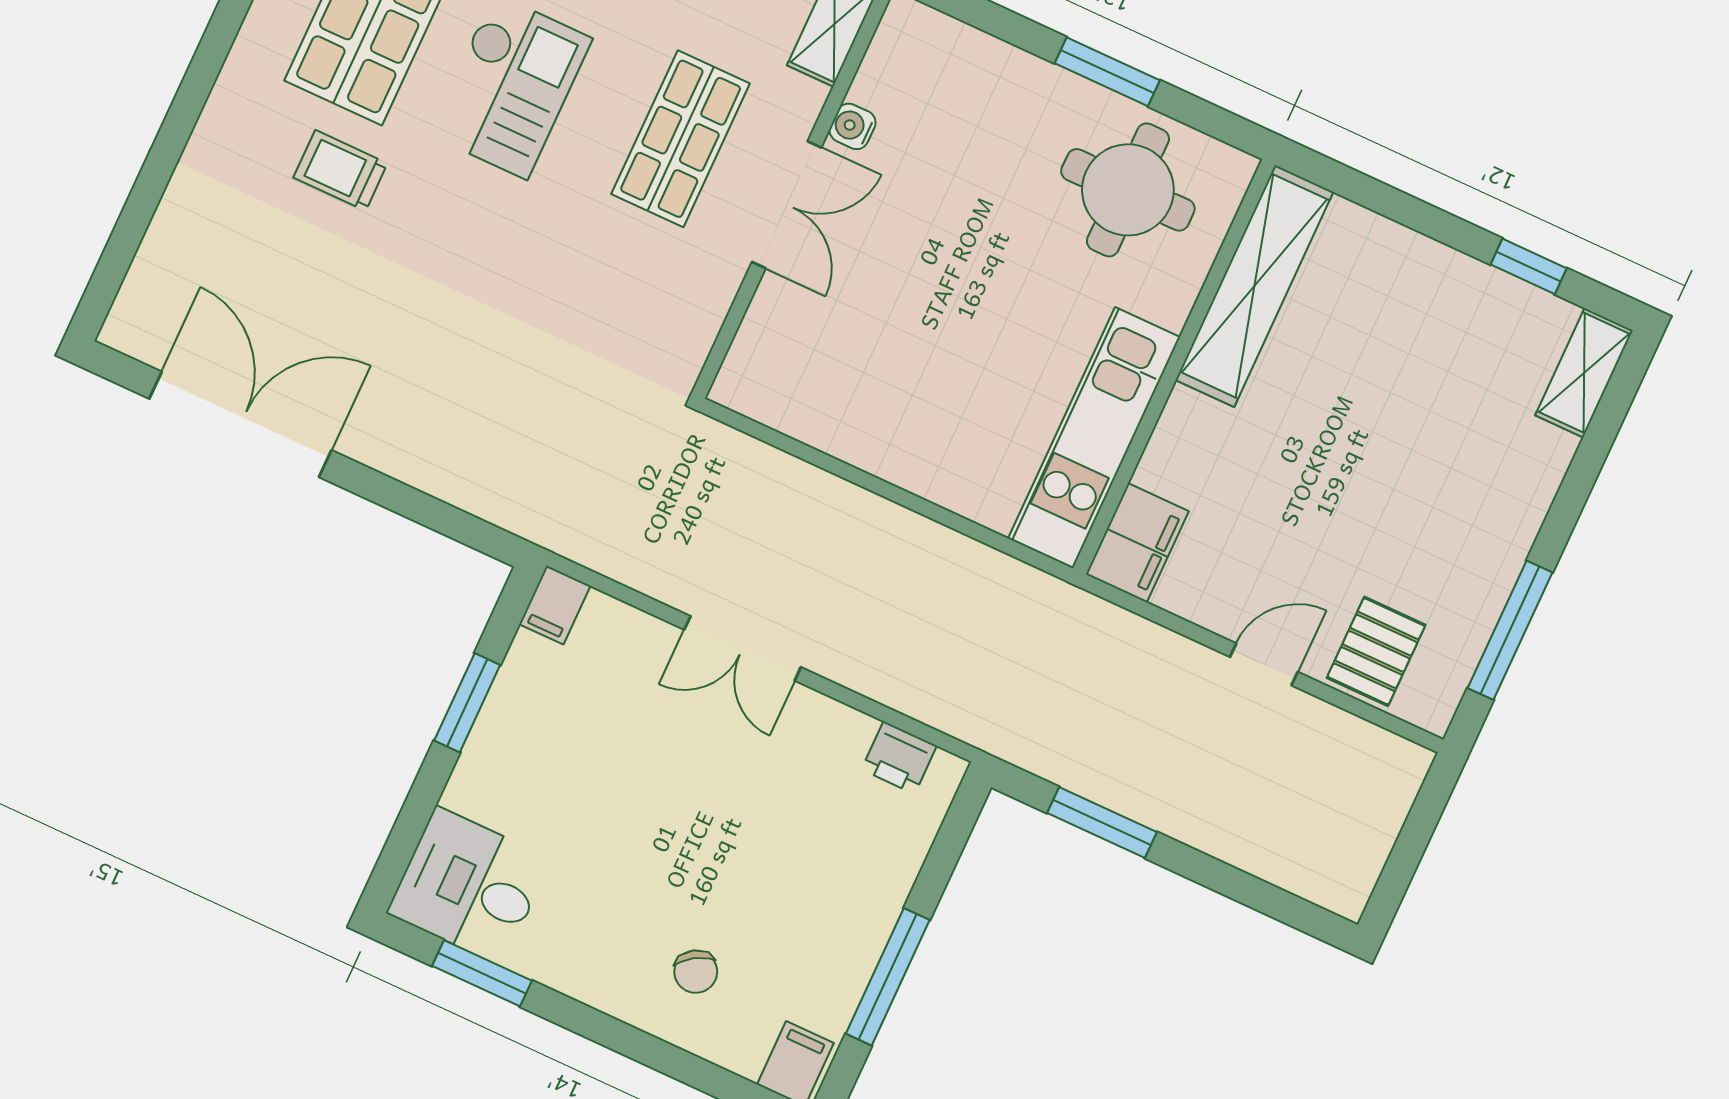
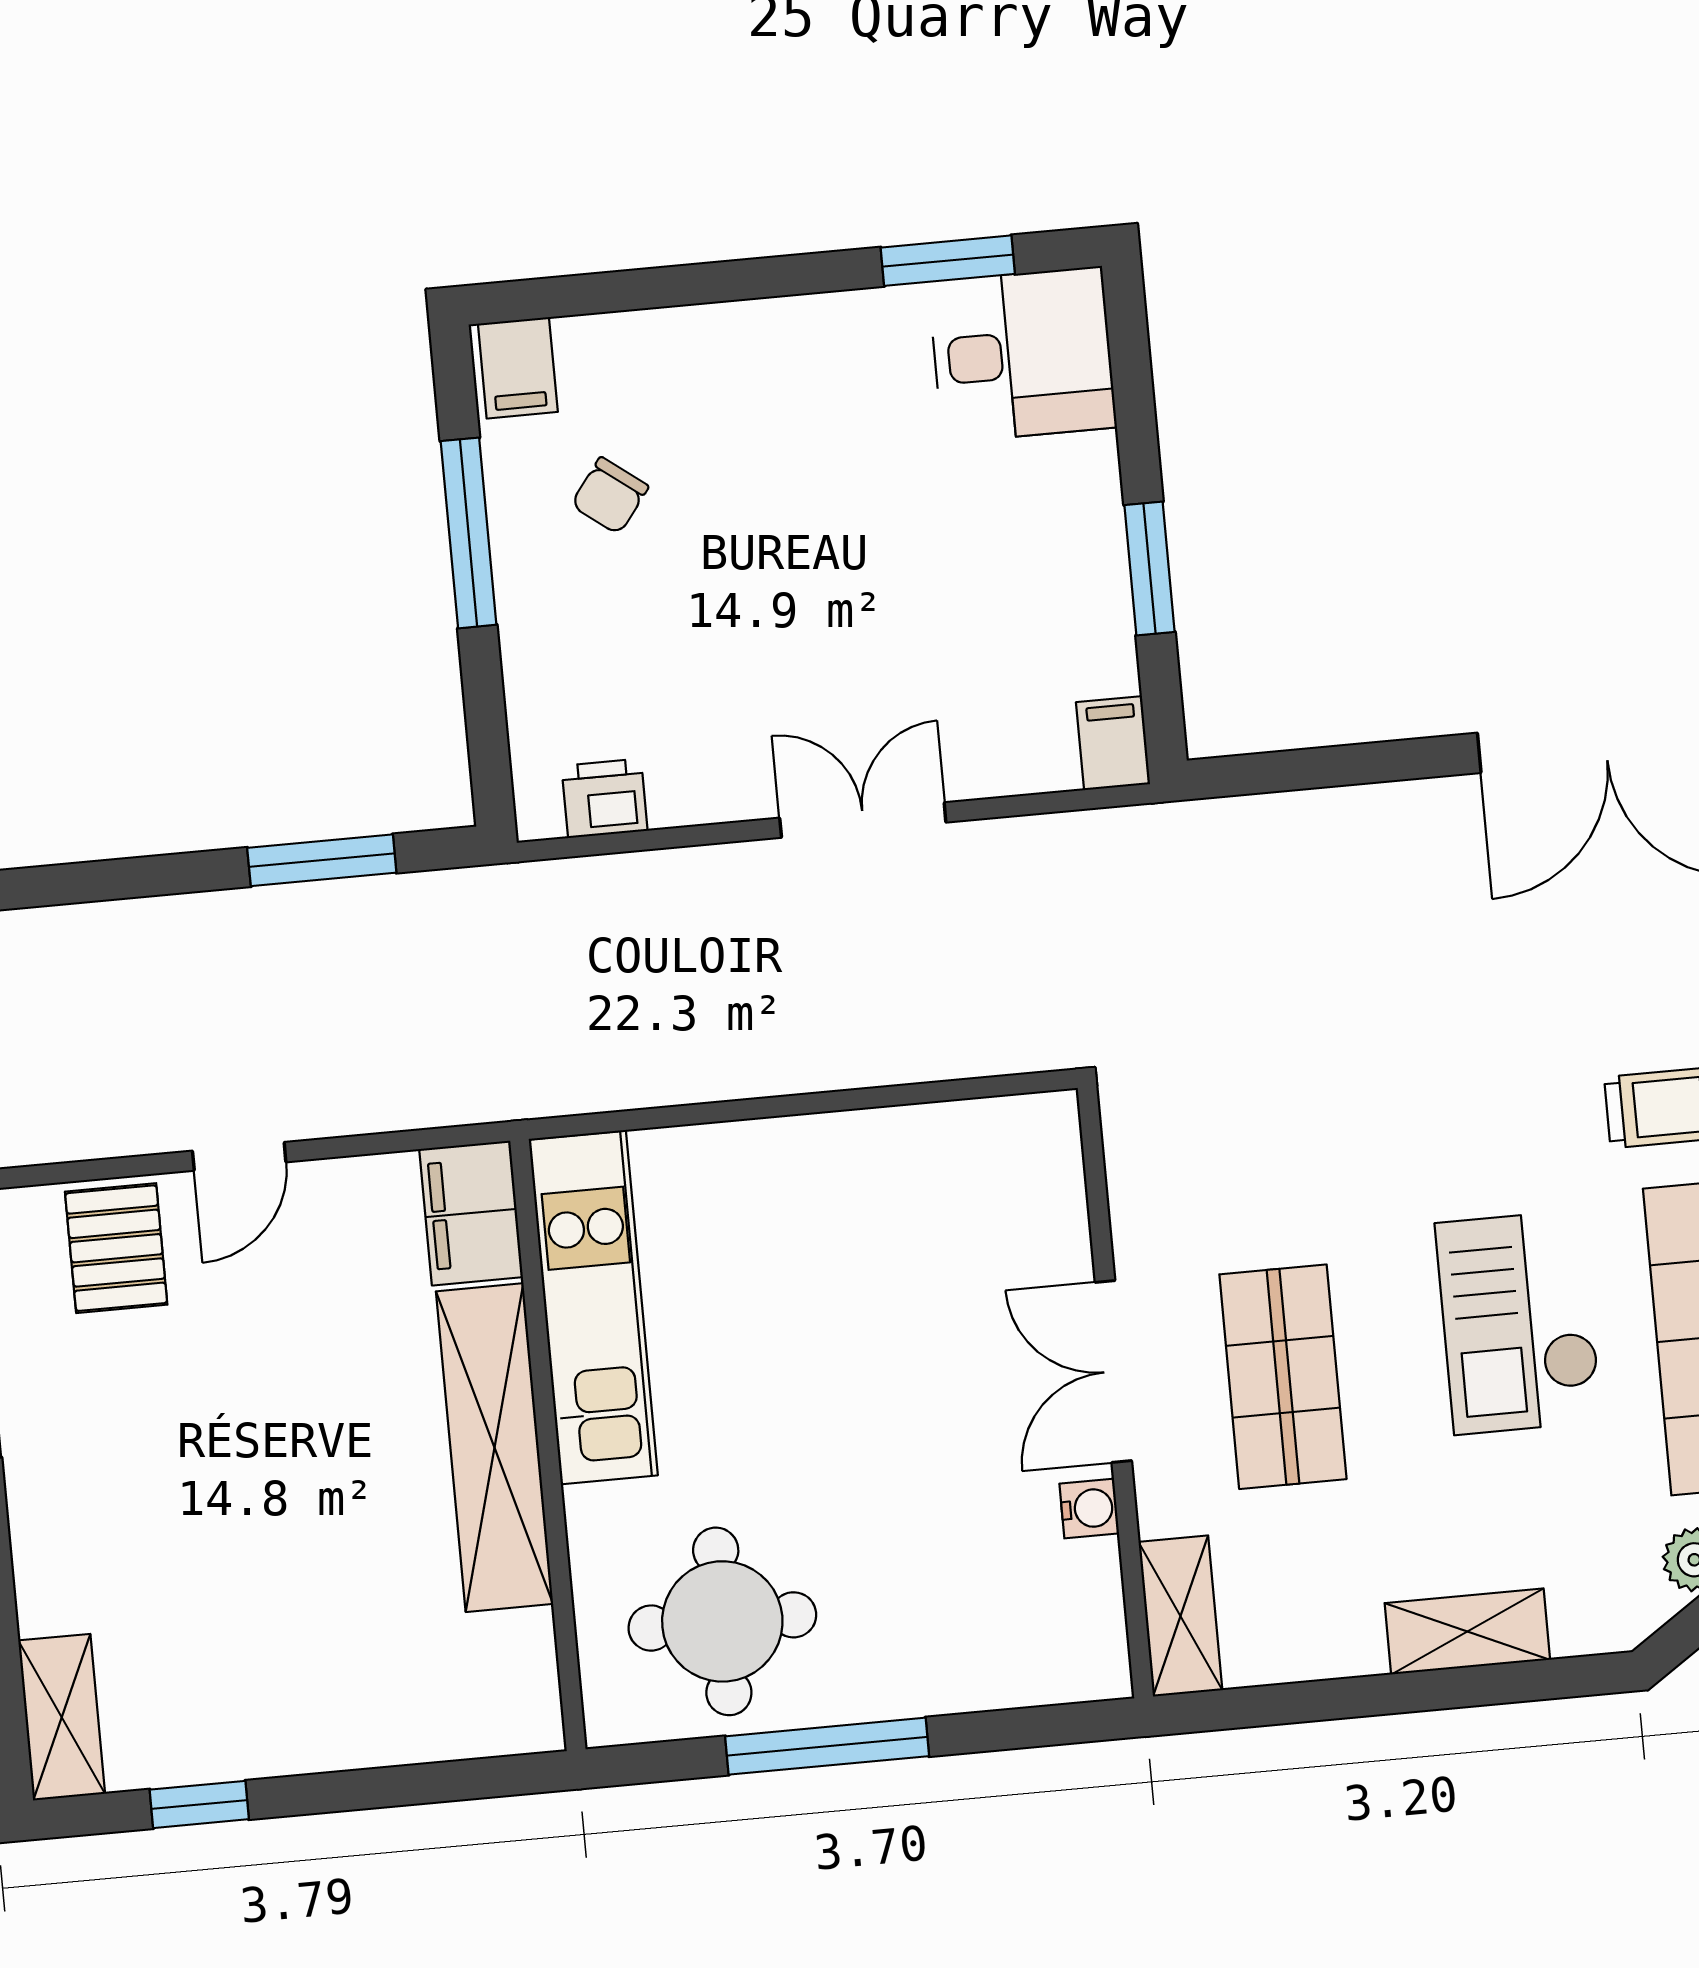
window: (1107, 72) -> (827, 1746), width x1.44
shelving: (1254, 286) -> (495, 1448), moved
chair: (696, 972) -> (610, 496), moved, turned -111

